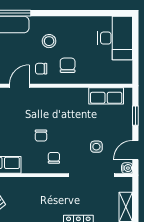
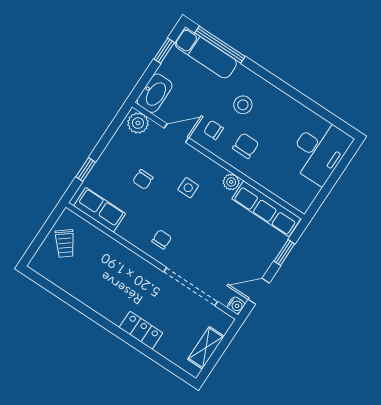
plant: (73, 94) -> (231, 182), added
row of seats: (106, 96) -> (266, 209), width x1.48
chair: (41, 136) -> (143, 179), moved
side table: (96, 147) -> (188, 188), moved

